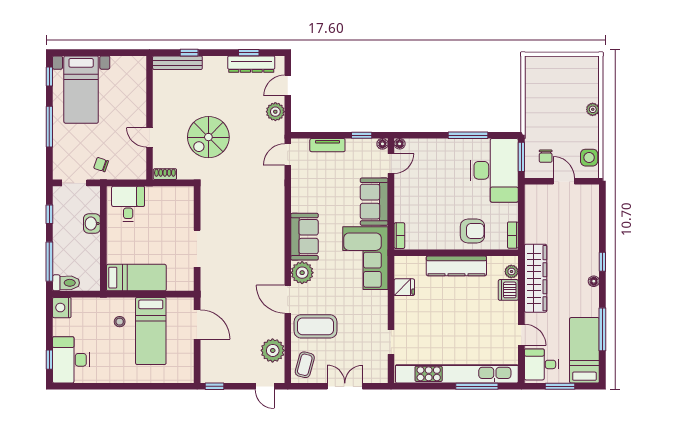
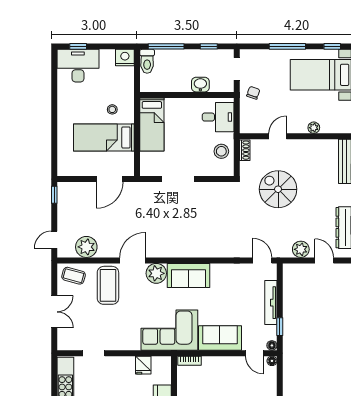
plant: (140, 97) -> (314, 128), added
tv unit: (327, 145) -> (271, 303), width x1.41
stool: (166, 200) -> (221, 151), added

